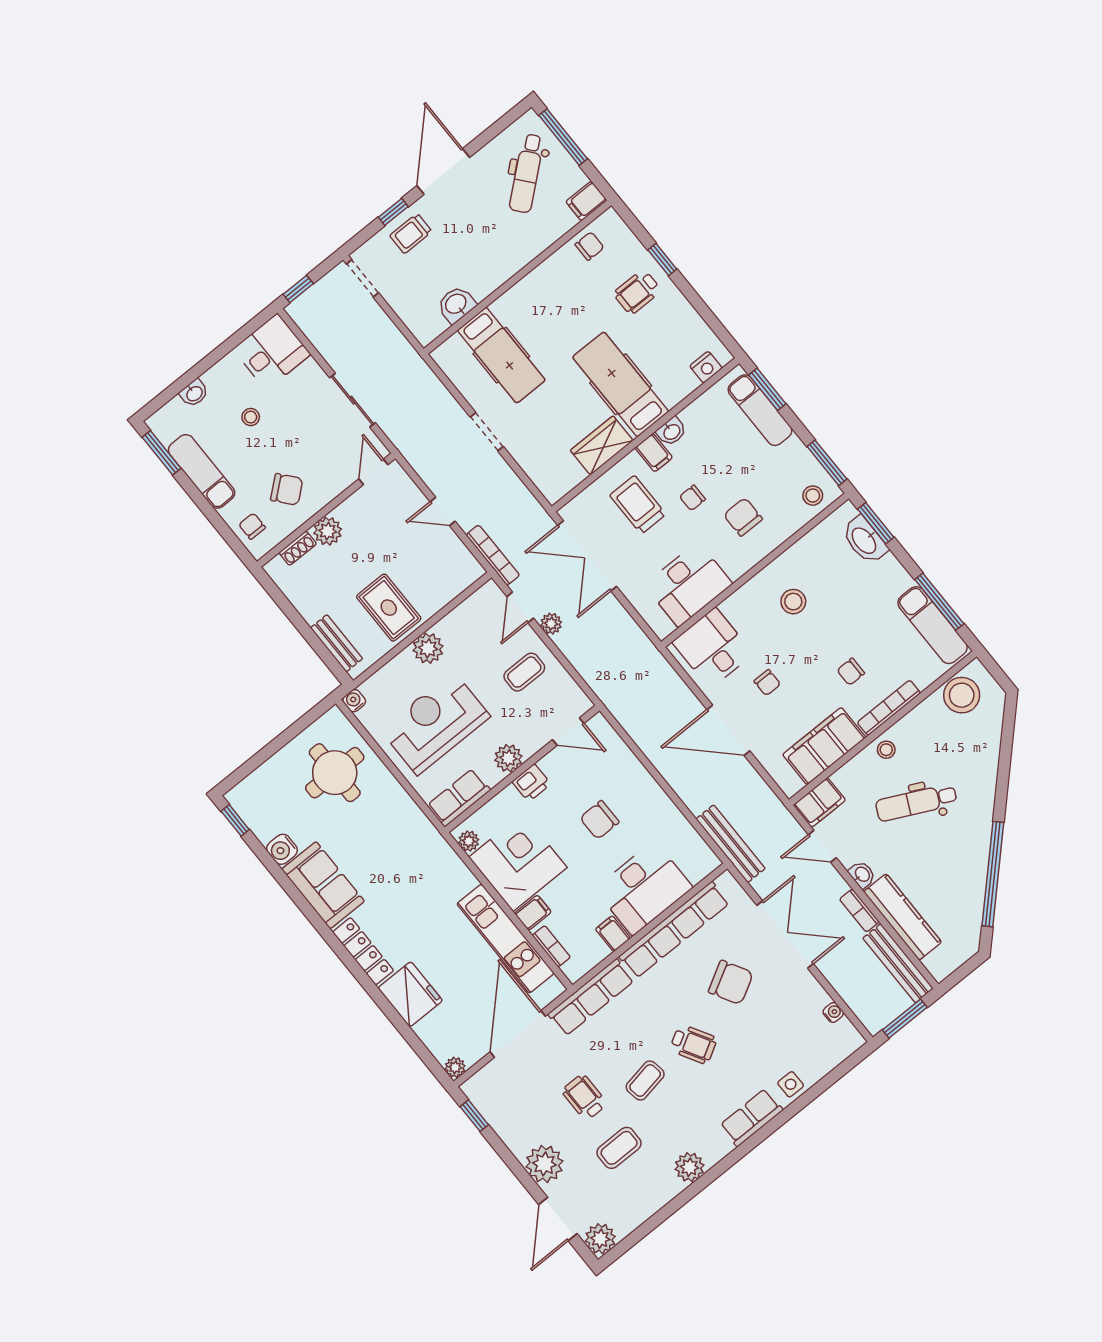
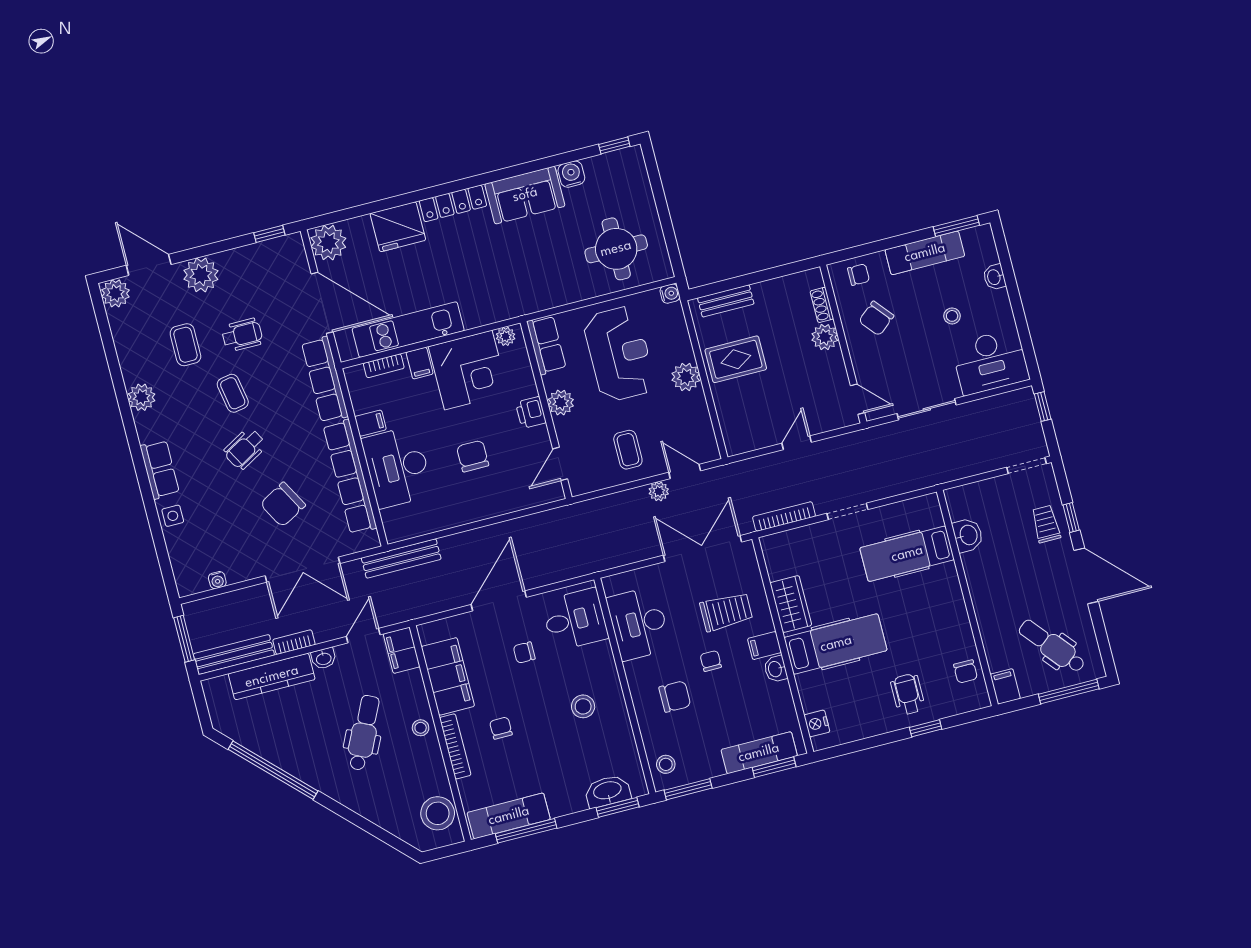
desk: (272, 352) -> (990, 362), width x1.37
bookcase: (493, 555) -> (784, 516), moved, turned 180
plant: (455, 1067) -> (328, 243), width x1.87, depth x1.87

